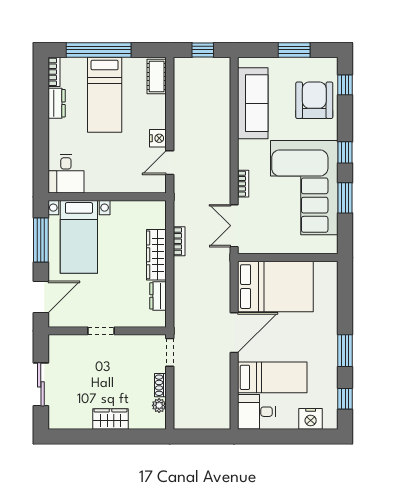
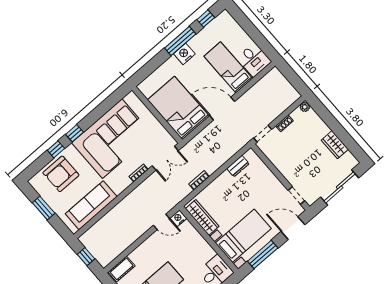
window: (345, 85) -> (56, 149), moved
nightstand: (158, 138) -> (178, 218), moved
window: (345, 198) -> (99, 112), removed
wardrobe: (156, 255) -> (202, 217), moved, turned -90
doorway: (101, 331) -> (296, 196), moved
window: (345, 351) -> (180, 41), width x1.44
sliding door: (41, 384) -> (340, 187), width x1.37
plant: (159, 405) -> (305, 107), moved
wardrobe: (111, 419) -> (335, 145), moved
nightstand: (311, 419) -> (184, 54), moved, turned -90

